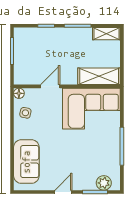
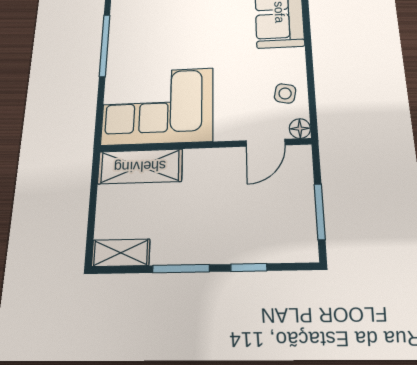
door: (50, 86) -> (266, 143), moved

